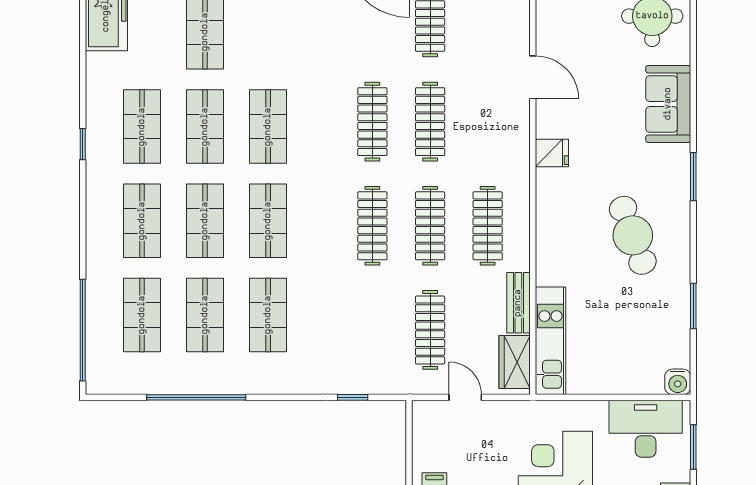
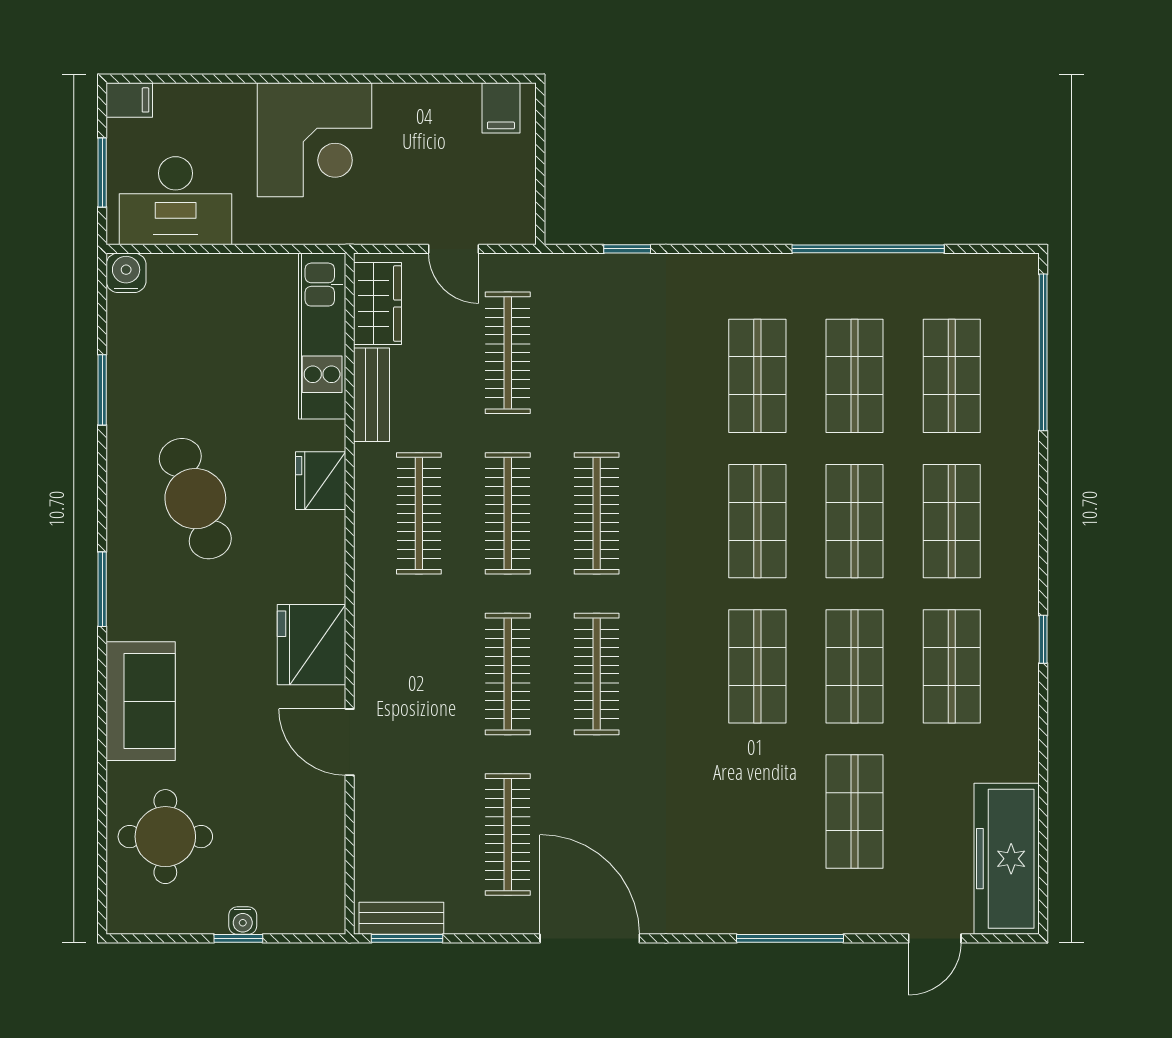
fridge: (552, 153) -> (311, 645), width x1.88, depth x1.34
fridge: (551, 247) -> (321, 481), added

